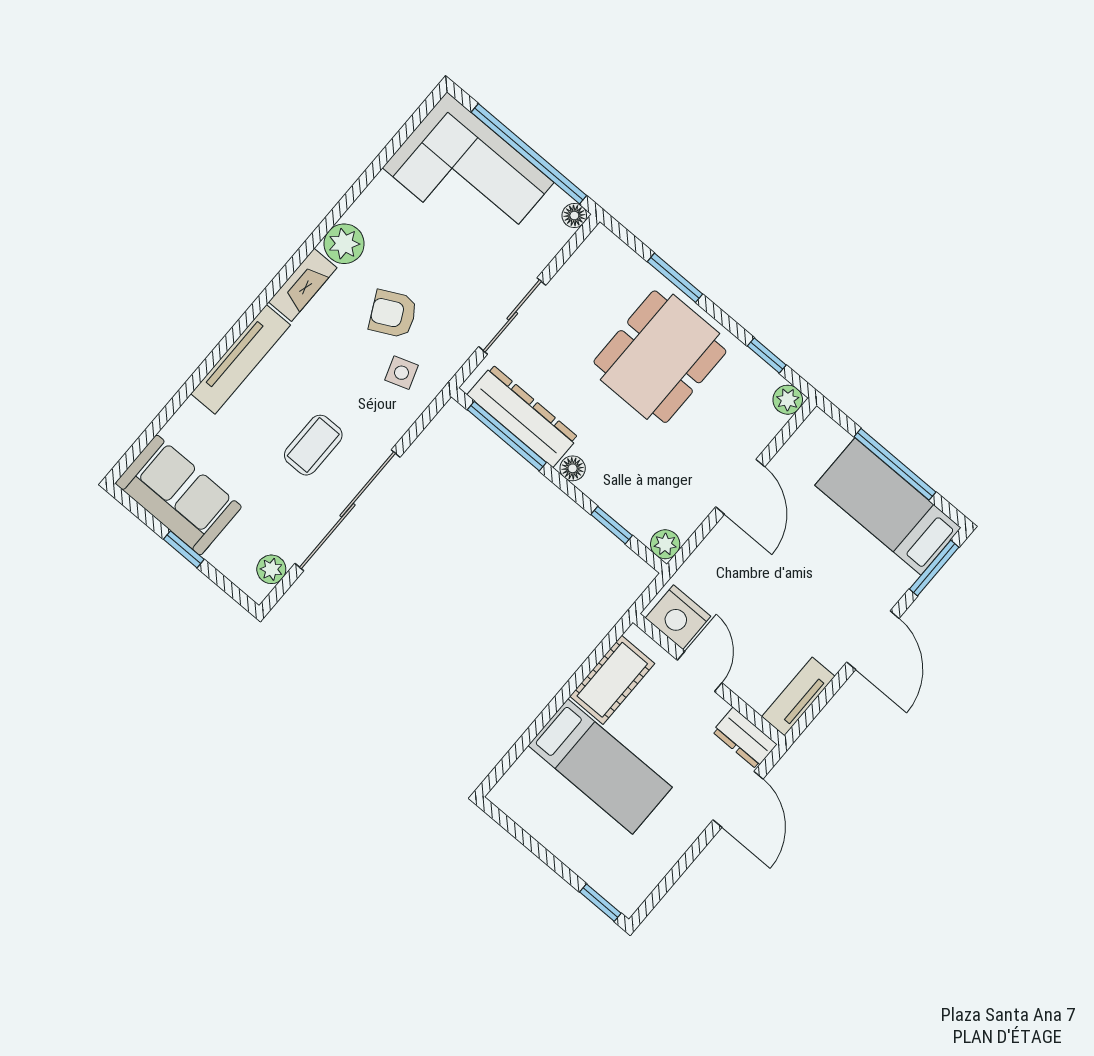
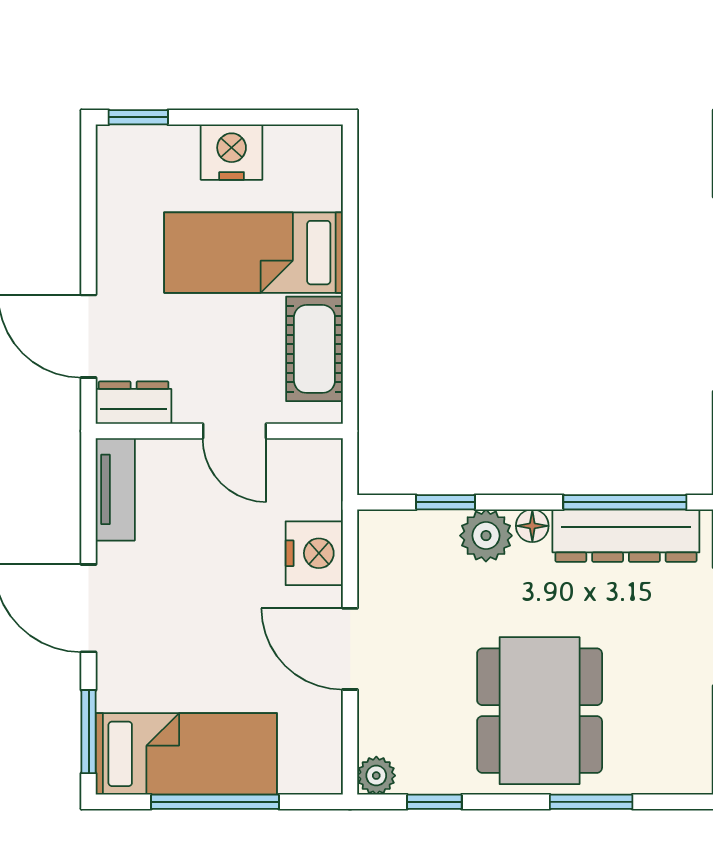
plant: (665, 544) -> (486, 536), moved, width x1.38, depth x1.38
nightstand: (678, 617) -> (314, 553), moved, turned 90
nightstand: (563, 836) -> (232, 152), added

